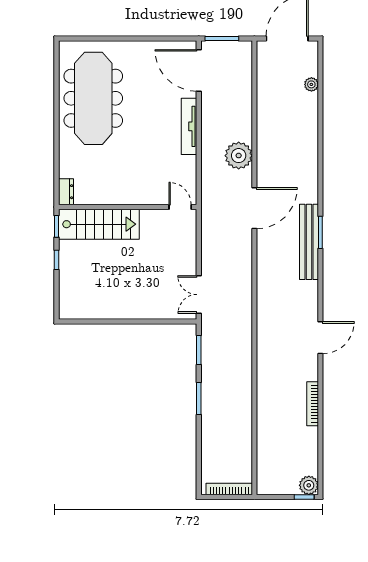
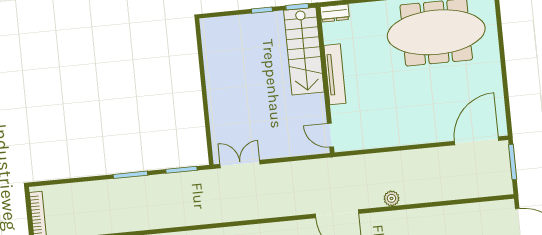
tv unit: (189, 126) -> (335, 74), moved, turned 90
plant: (239, 156) -> (391, 198), width x0.53, depth x0.53
door: (180, 207) -> (331, 135), swing flipped

